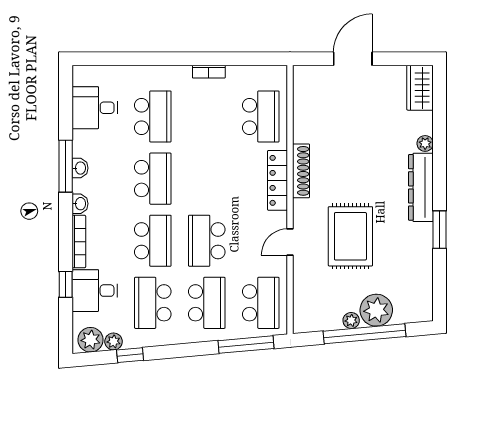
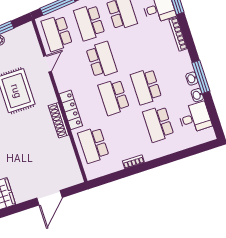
washbasin: (80, 204) -> (197, 95), moved
school desk: (153, 241) -> (114, 97), moved
door: (290, 242) -> (47, 64), moved

